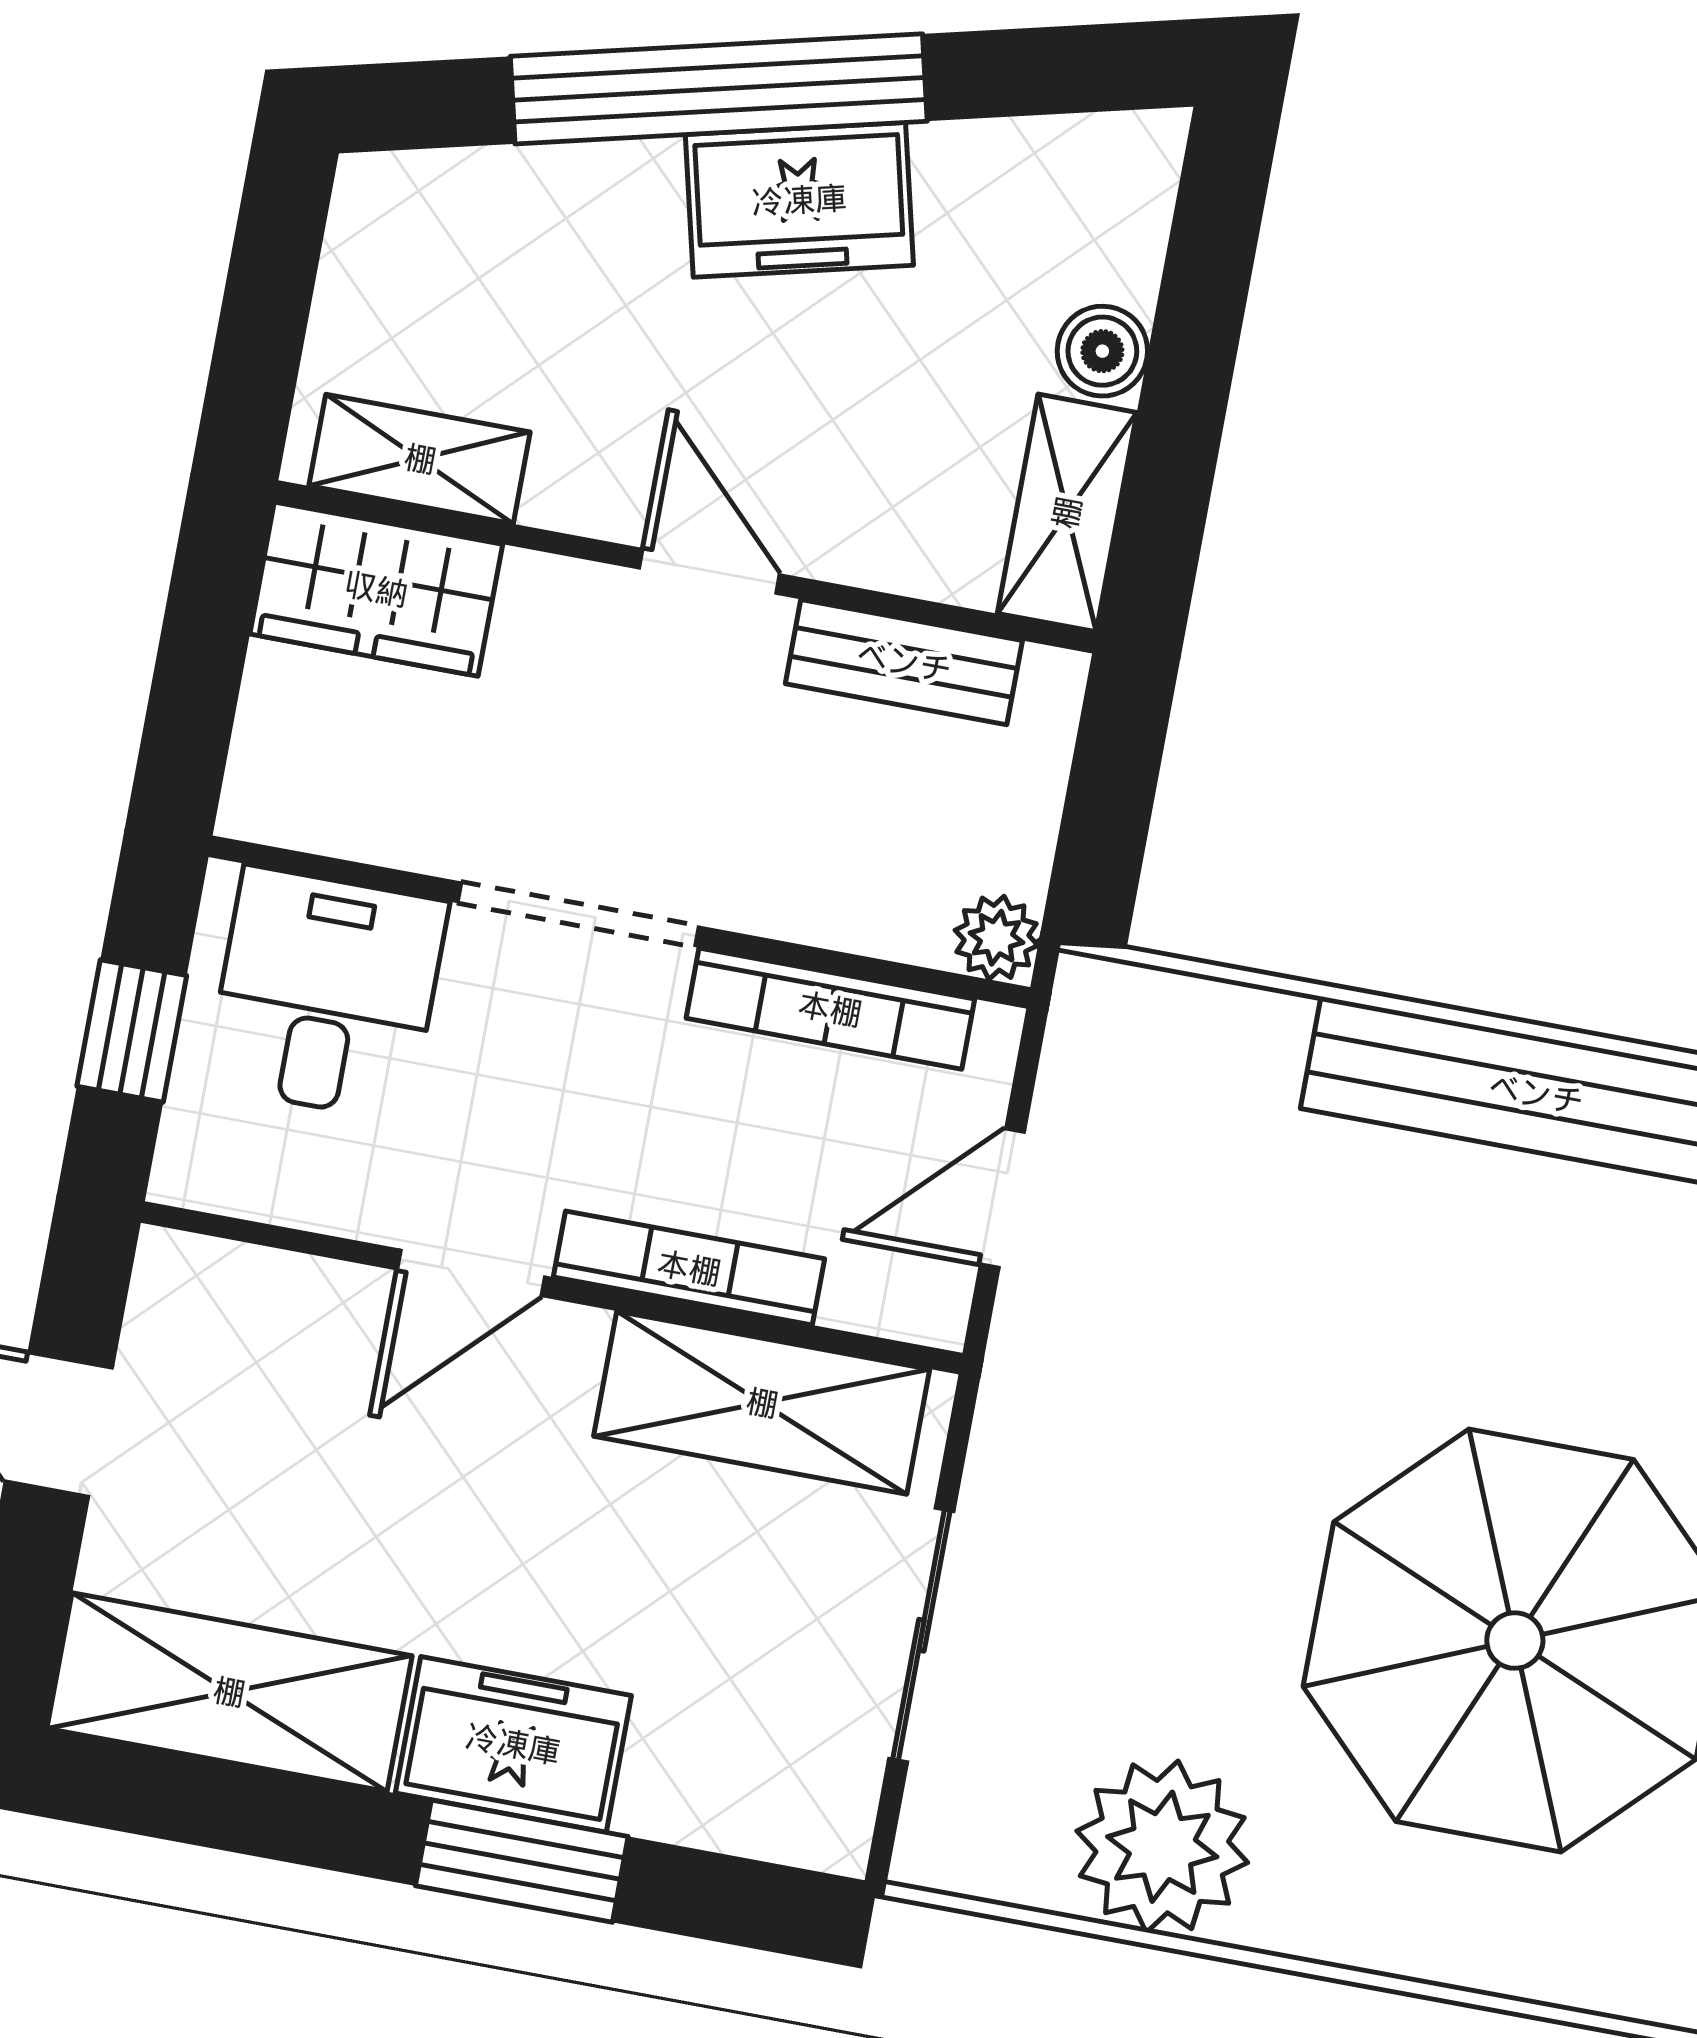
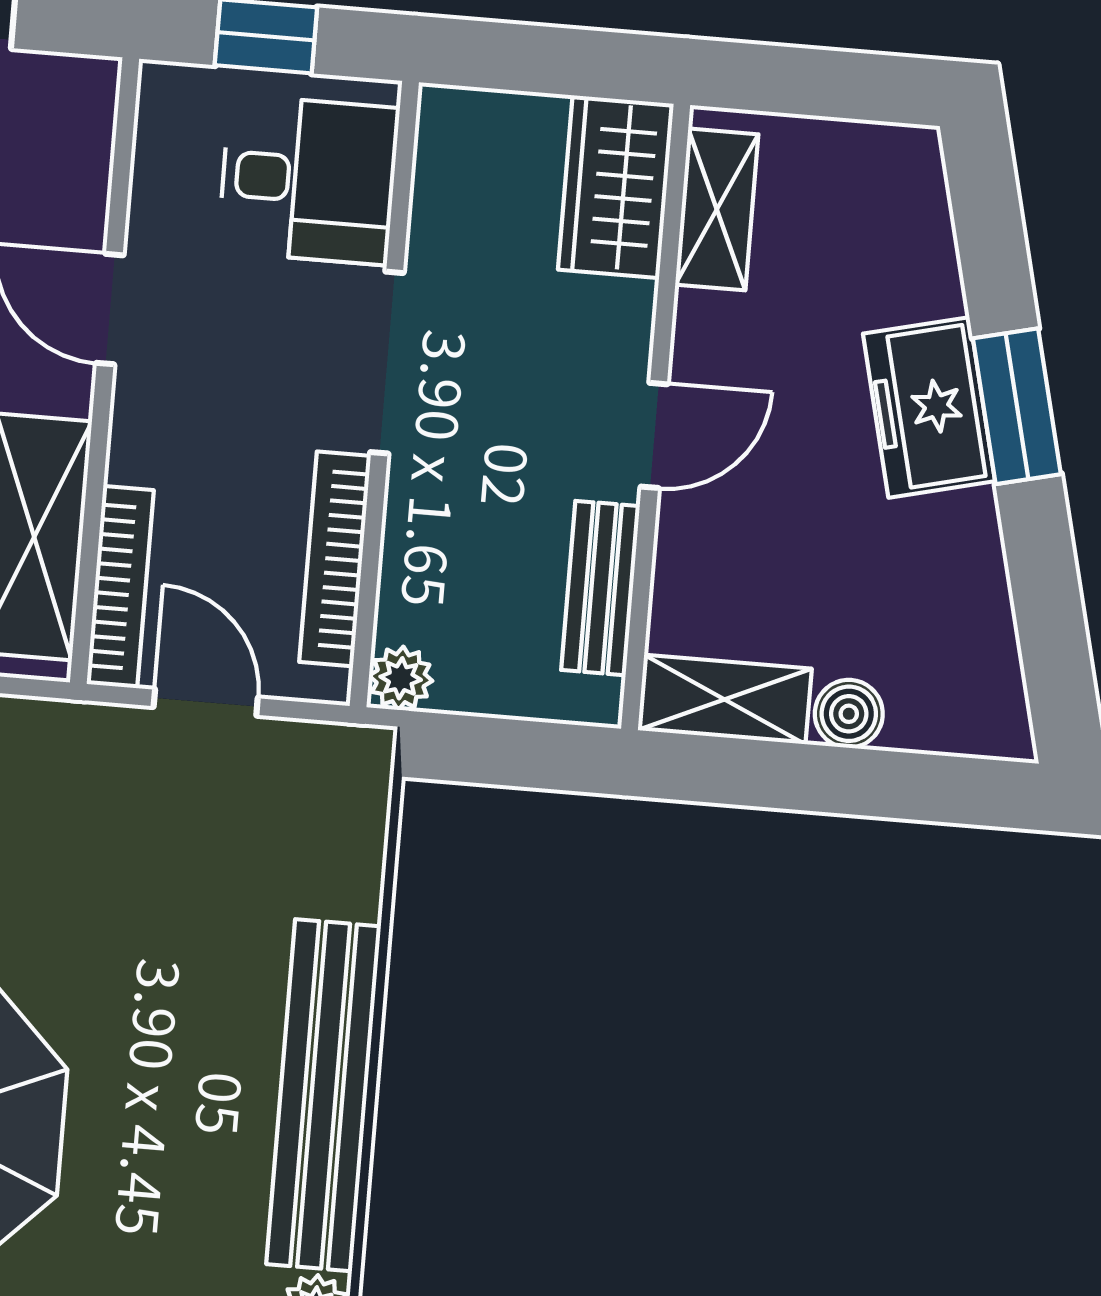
window: (719, 89) -> (1017, 406), width x0.47
freezer: (799, 200) -> (929, 407), moved
bookcase: (689, 1268) -> (120, 587), moved

